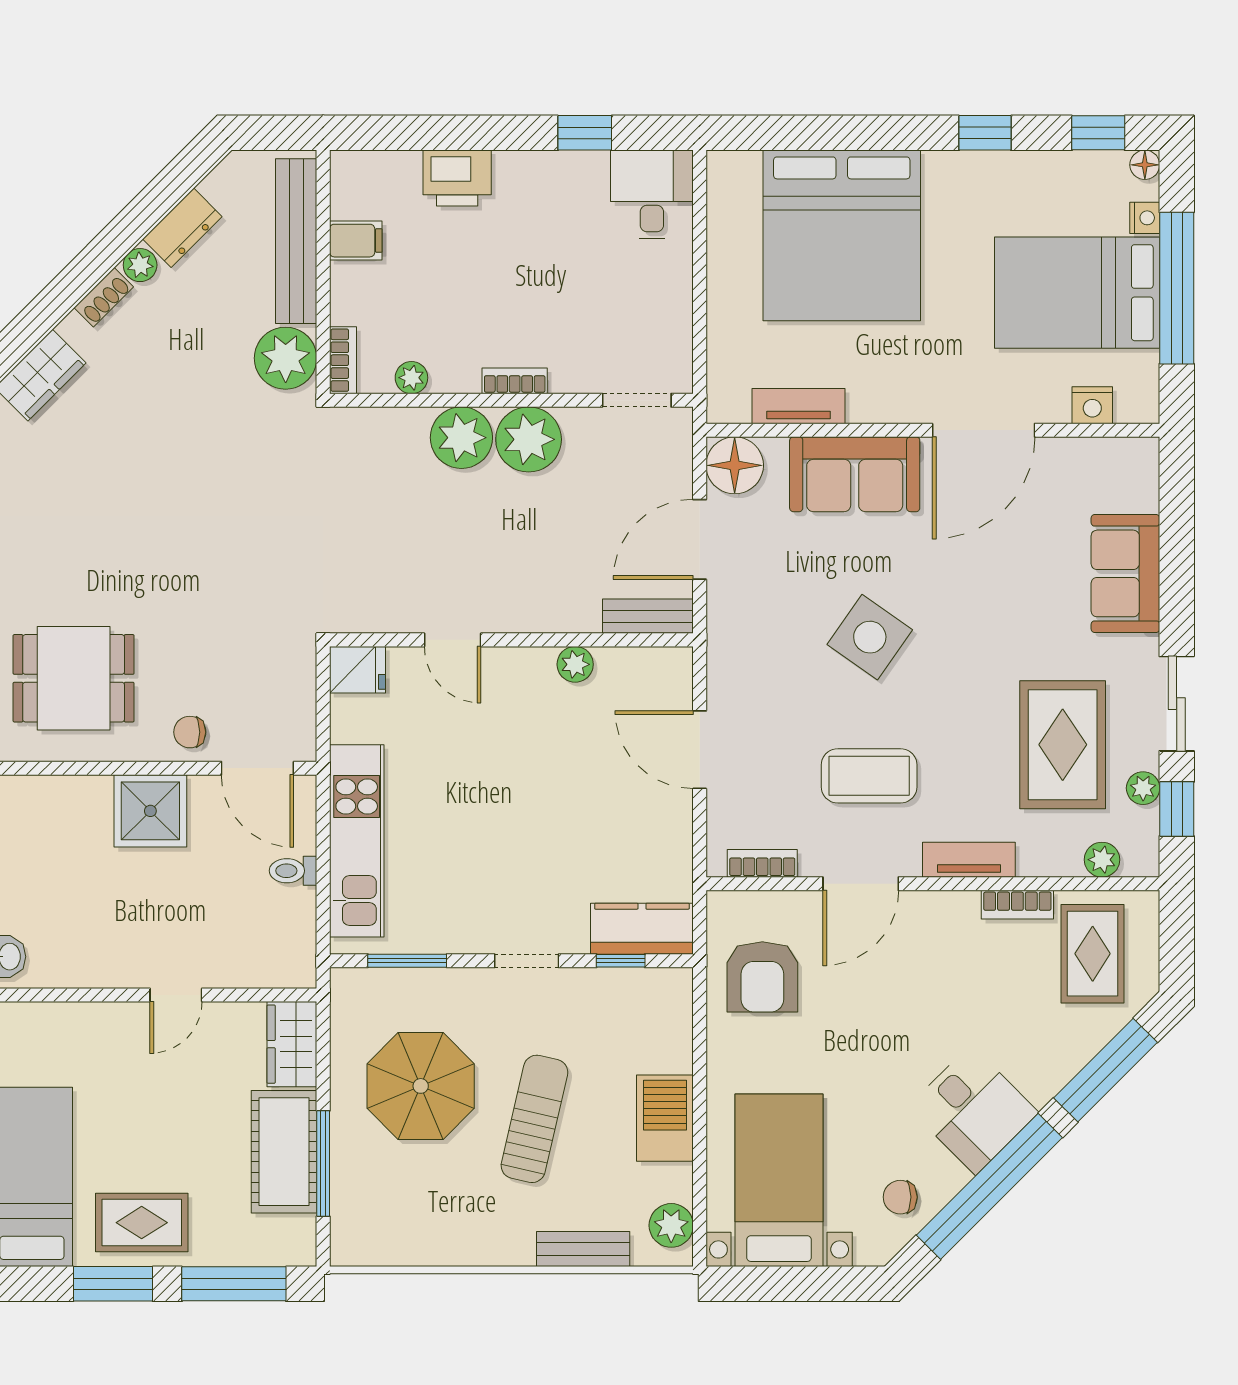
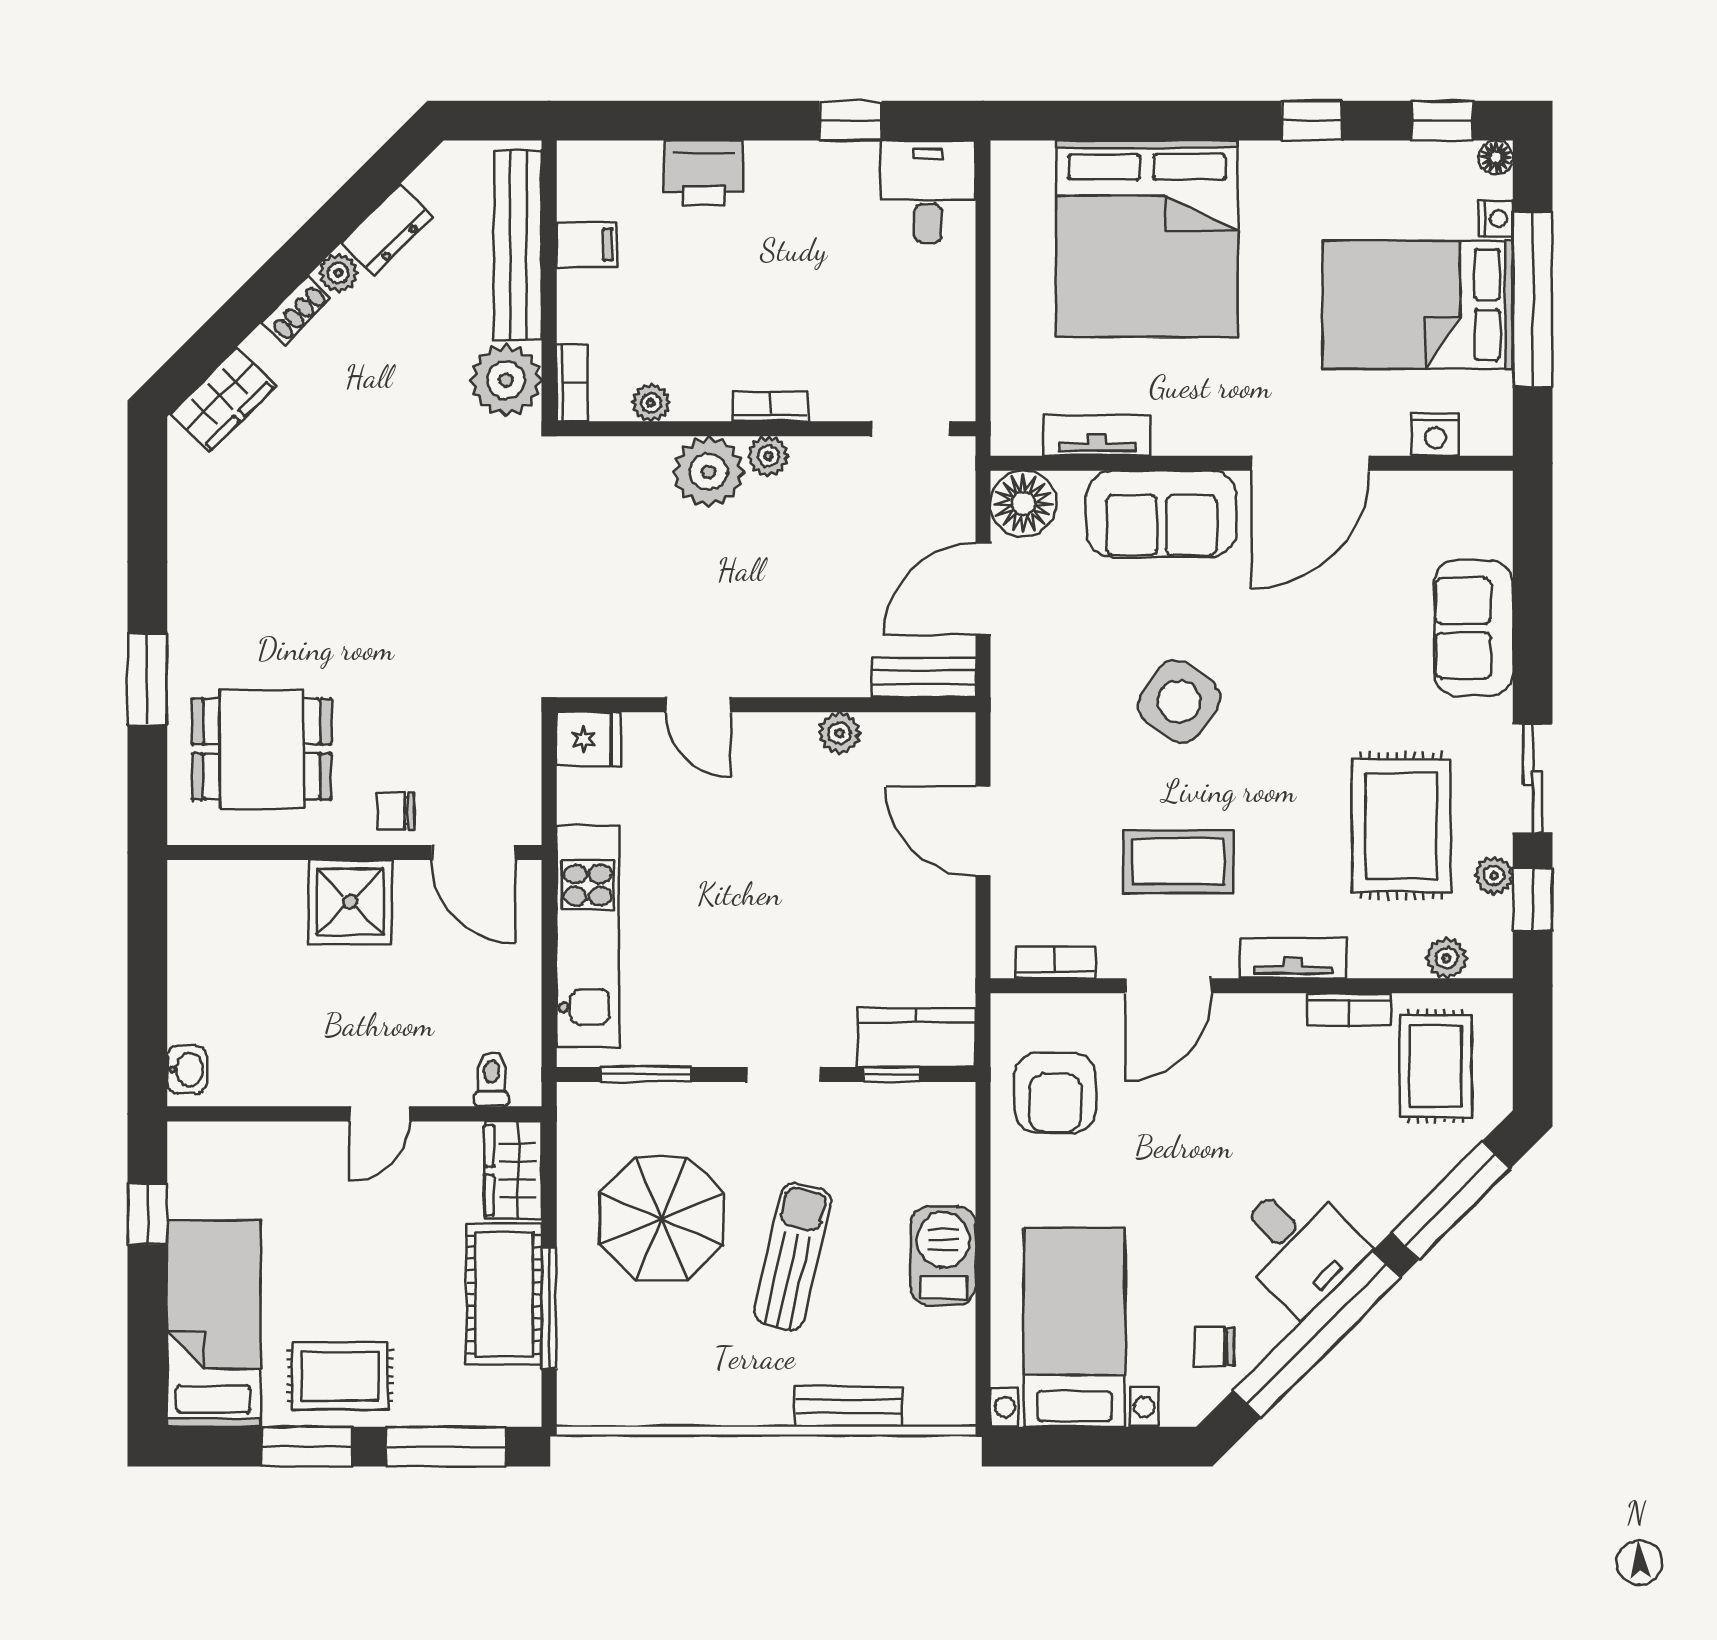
plant: (529, 439) -> (768, 456), width x0.53, depth x0.53
toilet: (293, 871) -> (491, 1079), moved, turned 90
plant: (671, 1225) -> (950, 1379), removed

